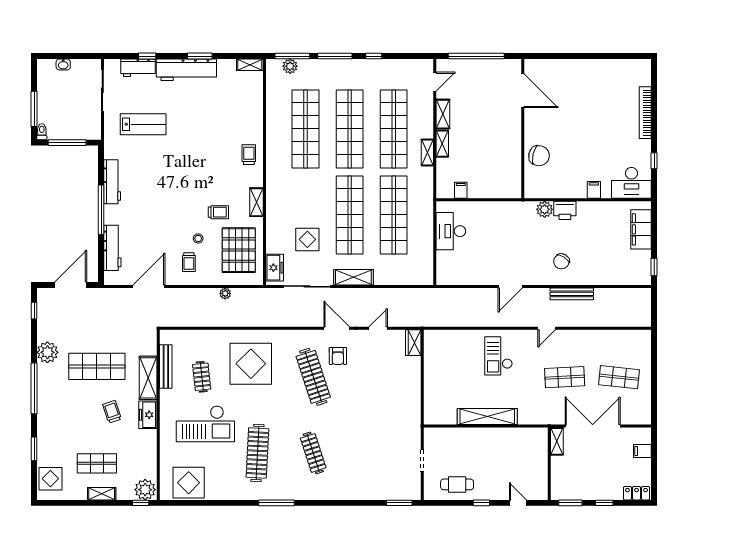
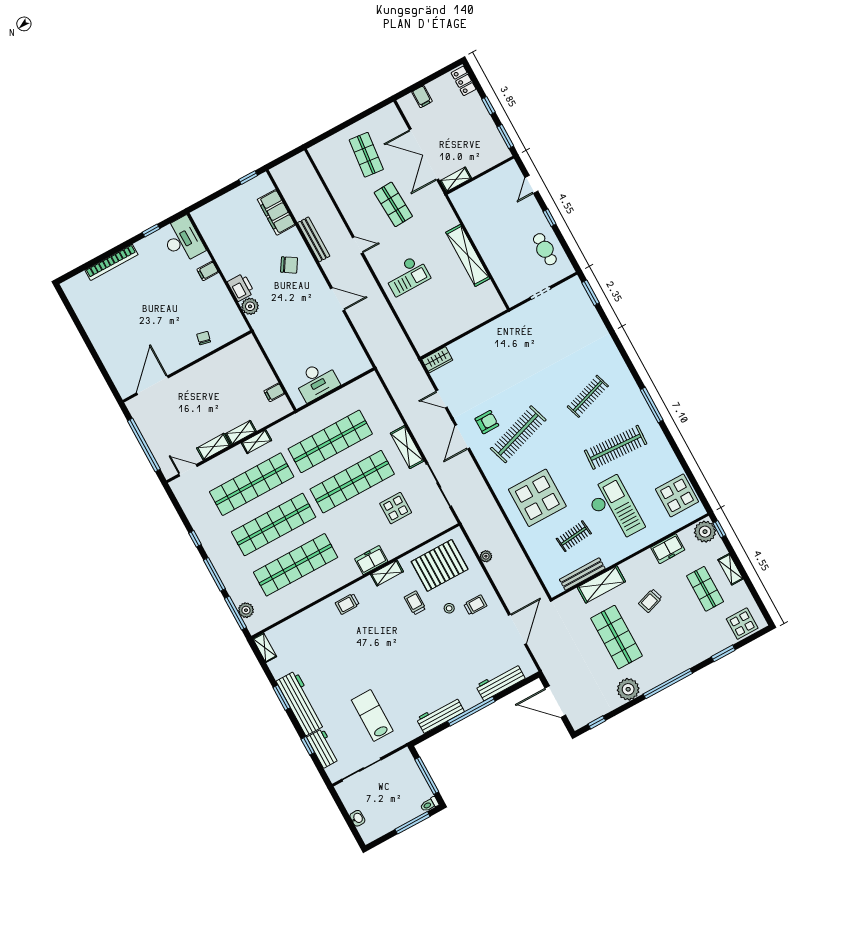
chair: (539, 156) -> (204, 338), width x0.54, depth x0.54
filing cabinet: (641, 229) -> (276, 212), moved, turned 90
freezer: (275, 268) -> (371, 560), moved
door: (149, 286) -> (517, 629), swing flipped
freezer: (148, 415) -> (668, 549), moved

